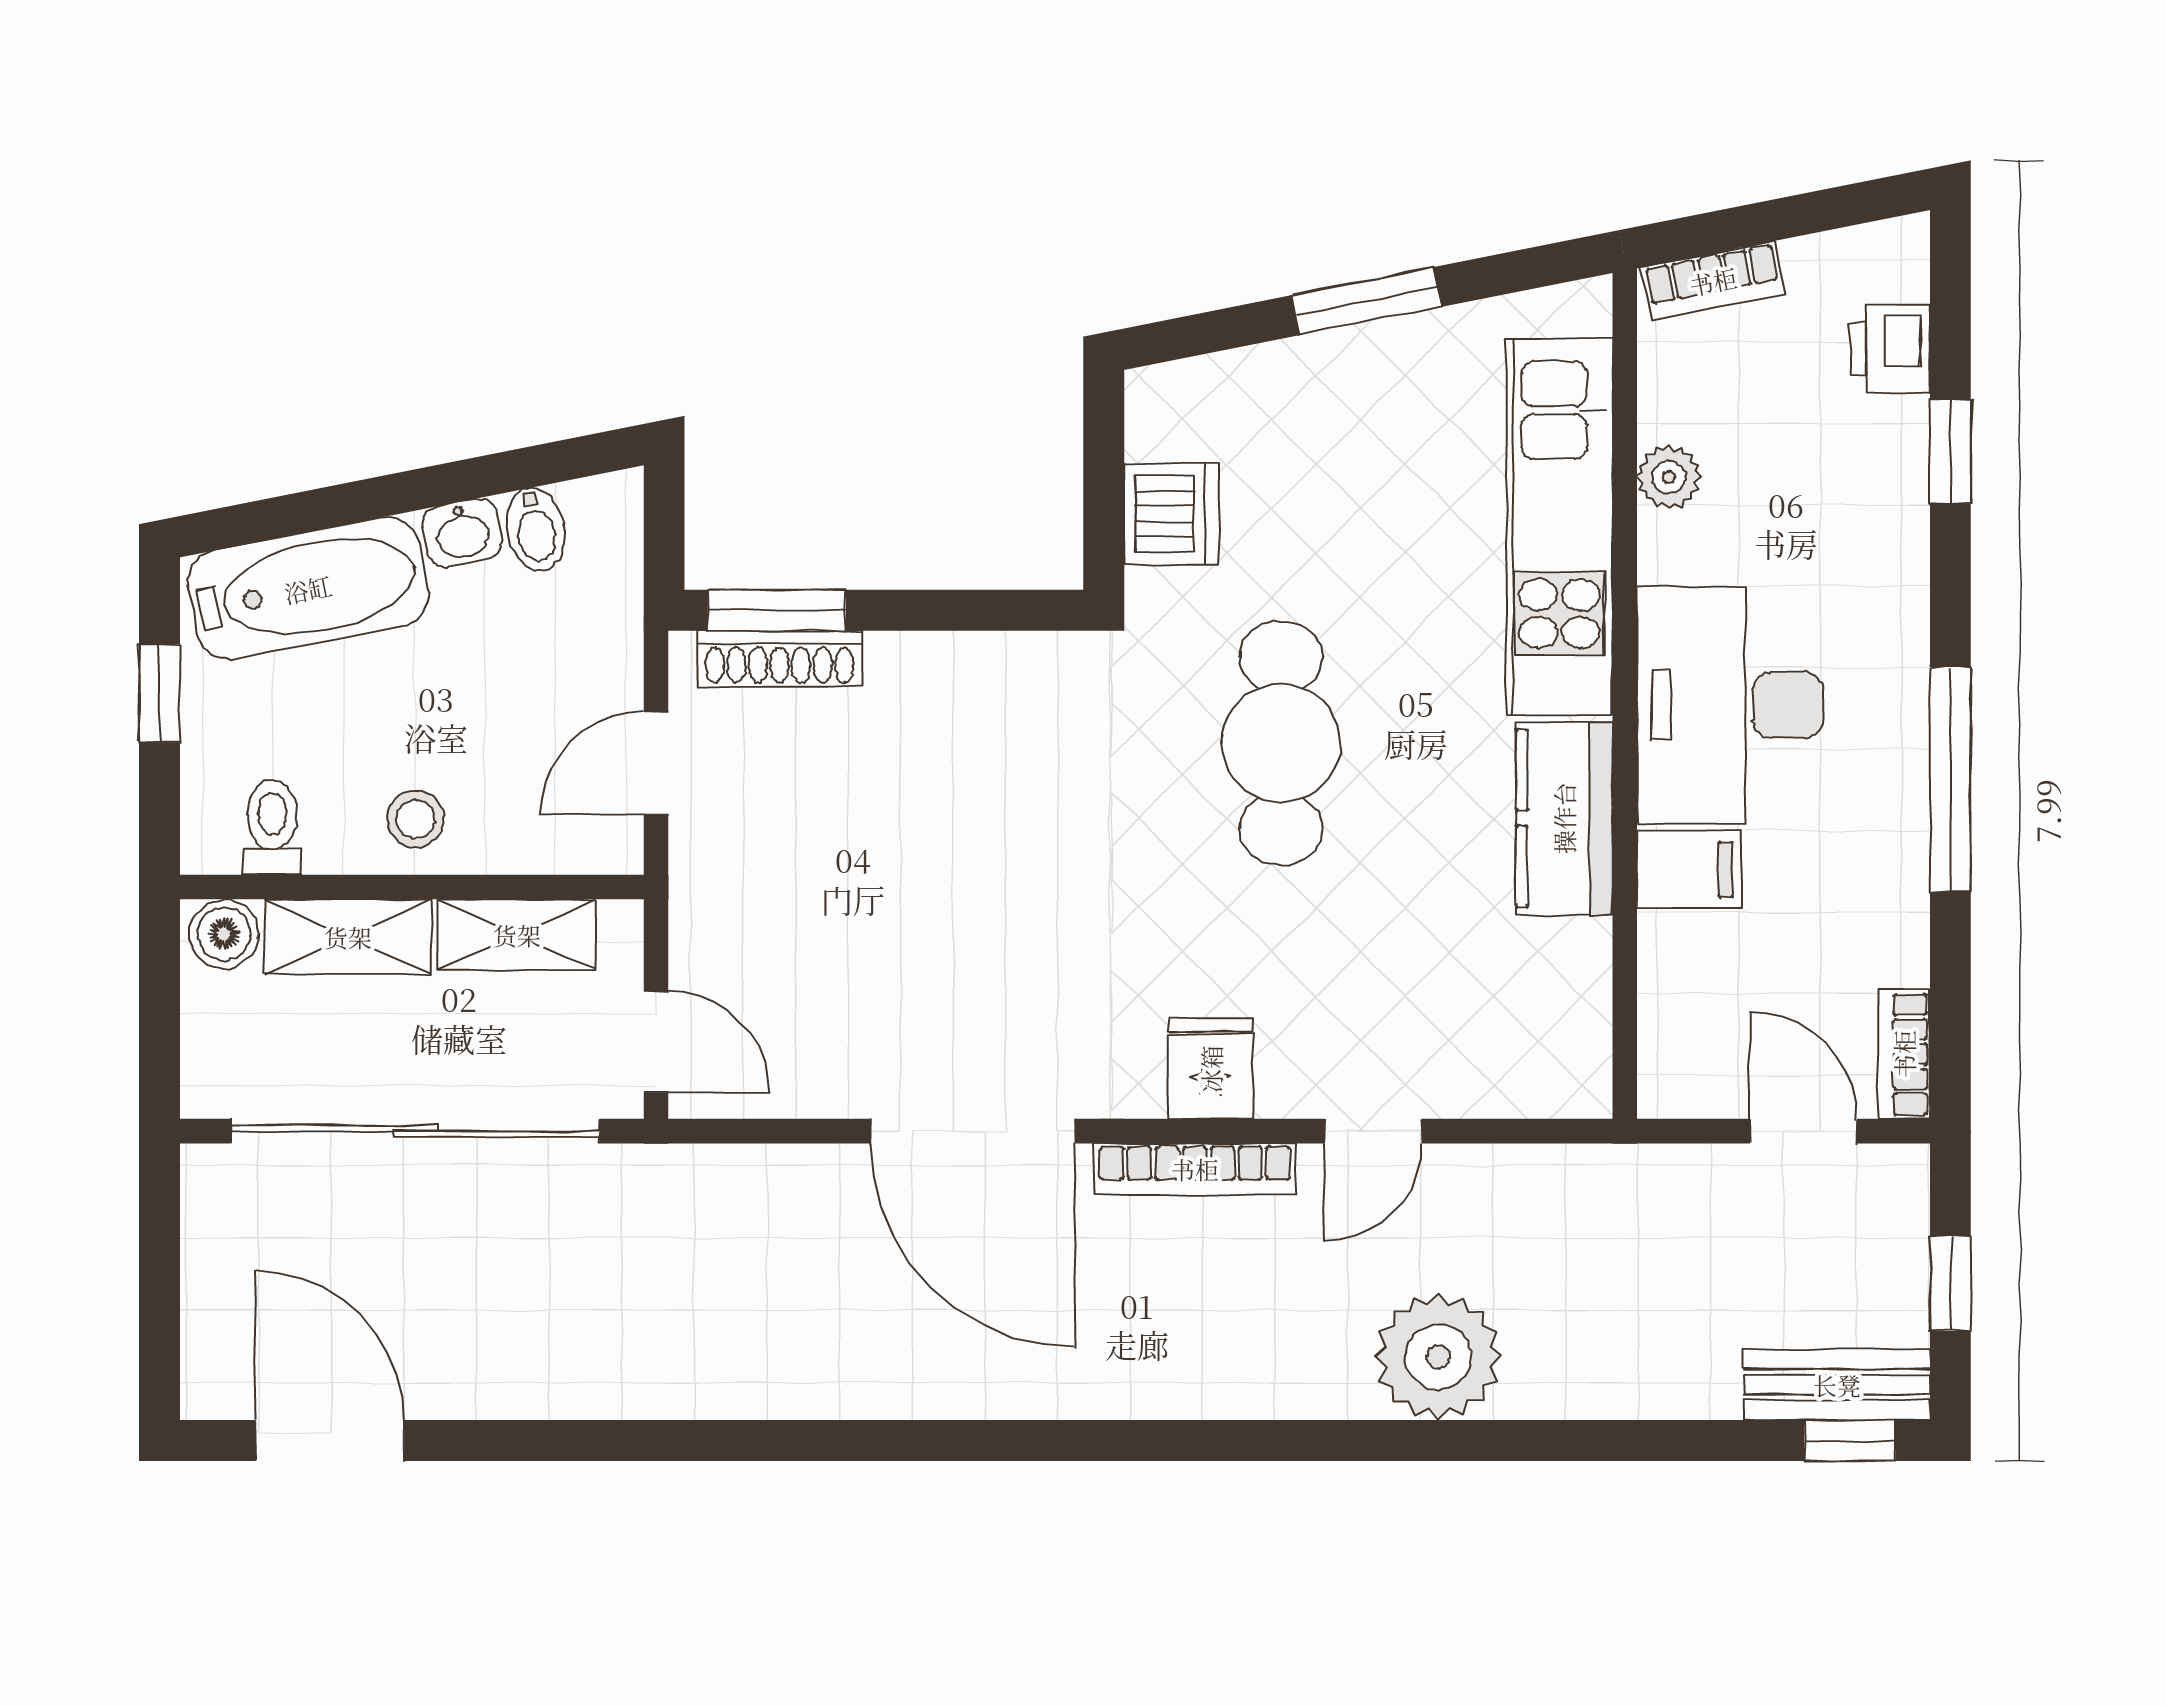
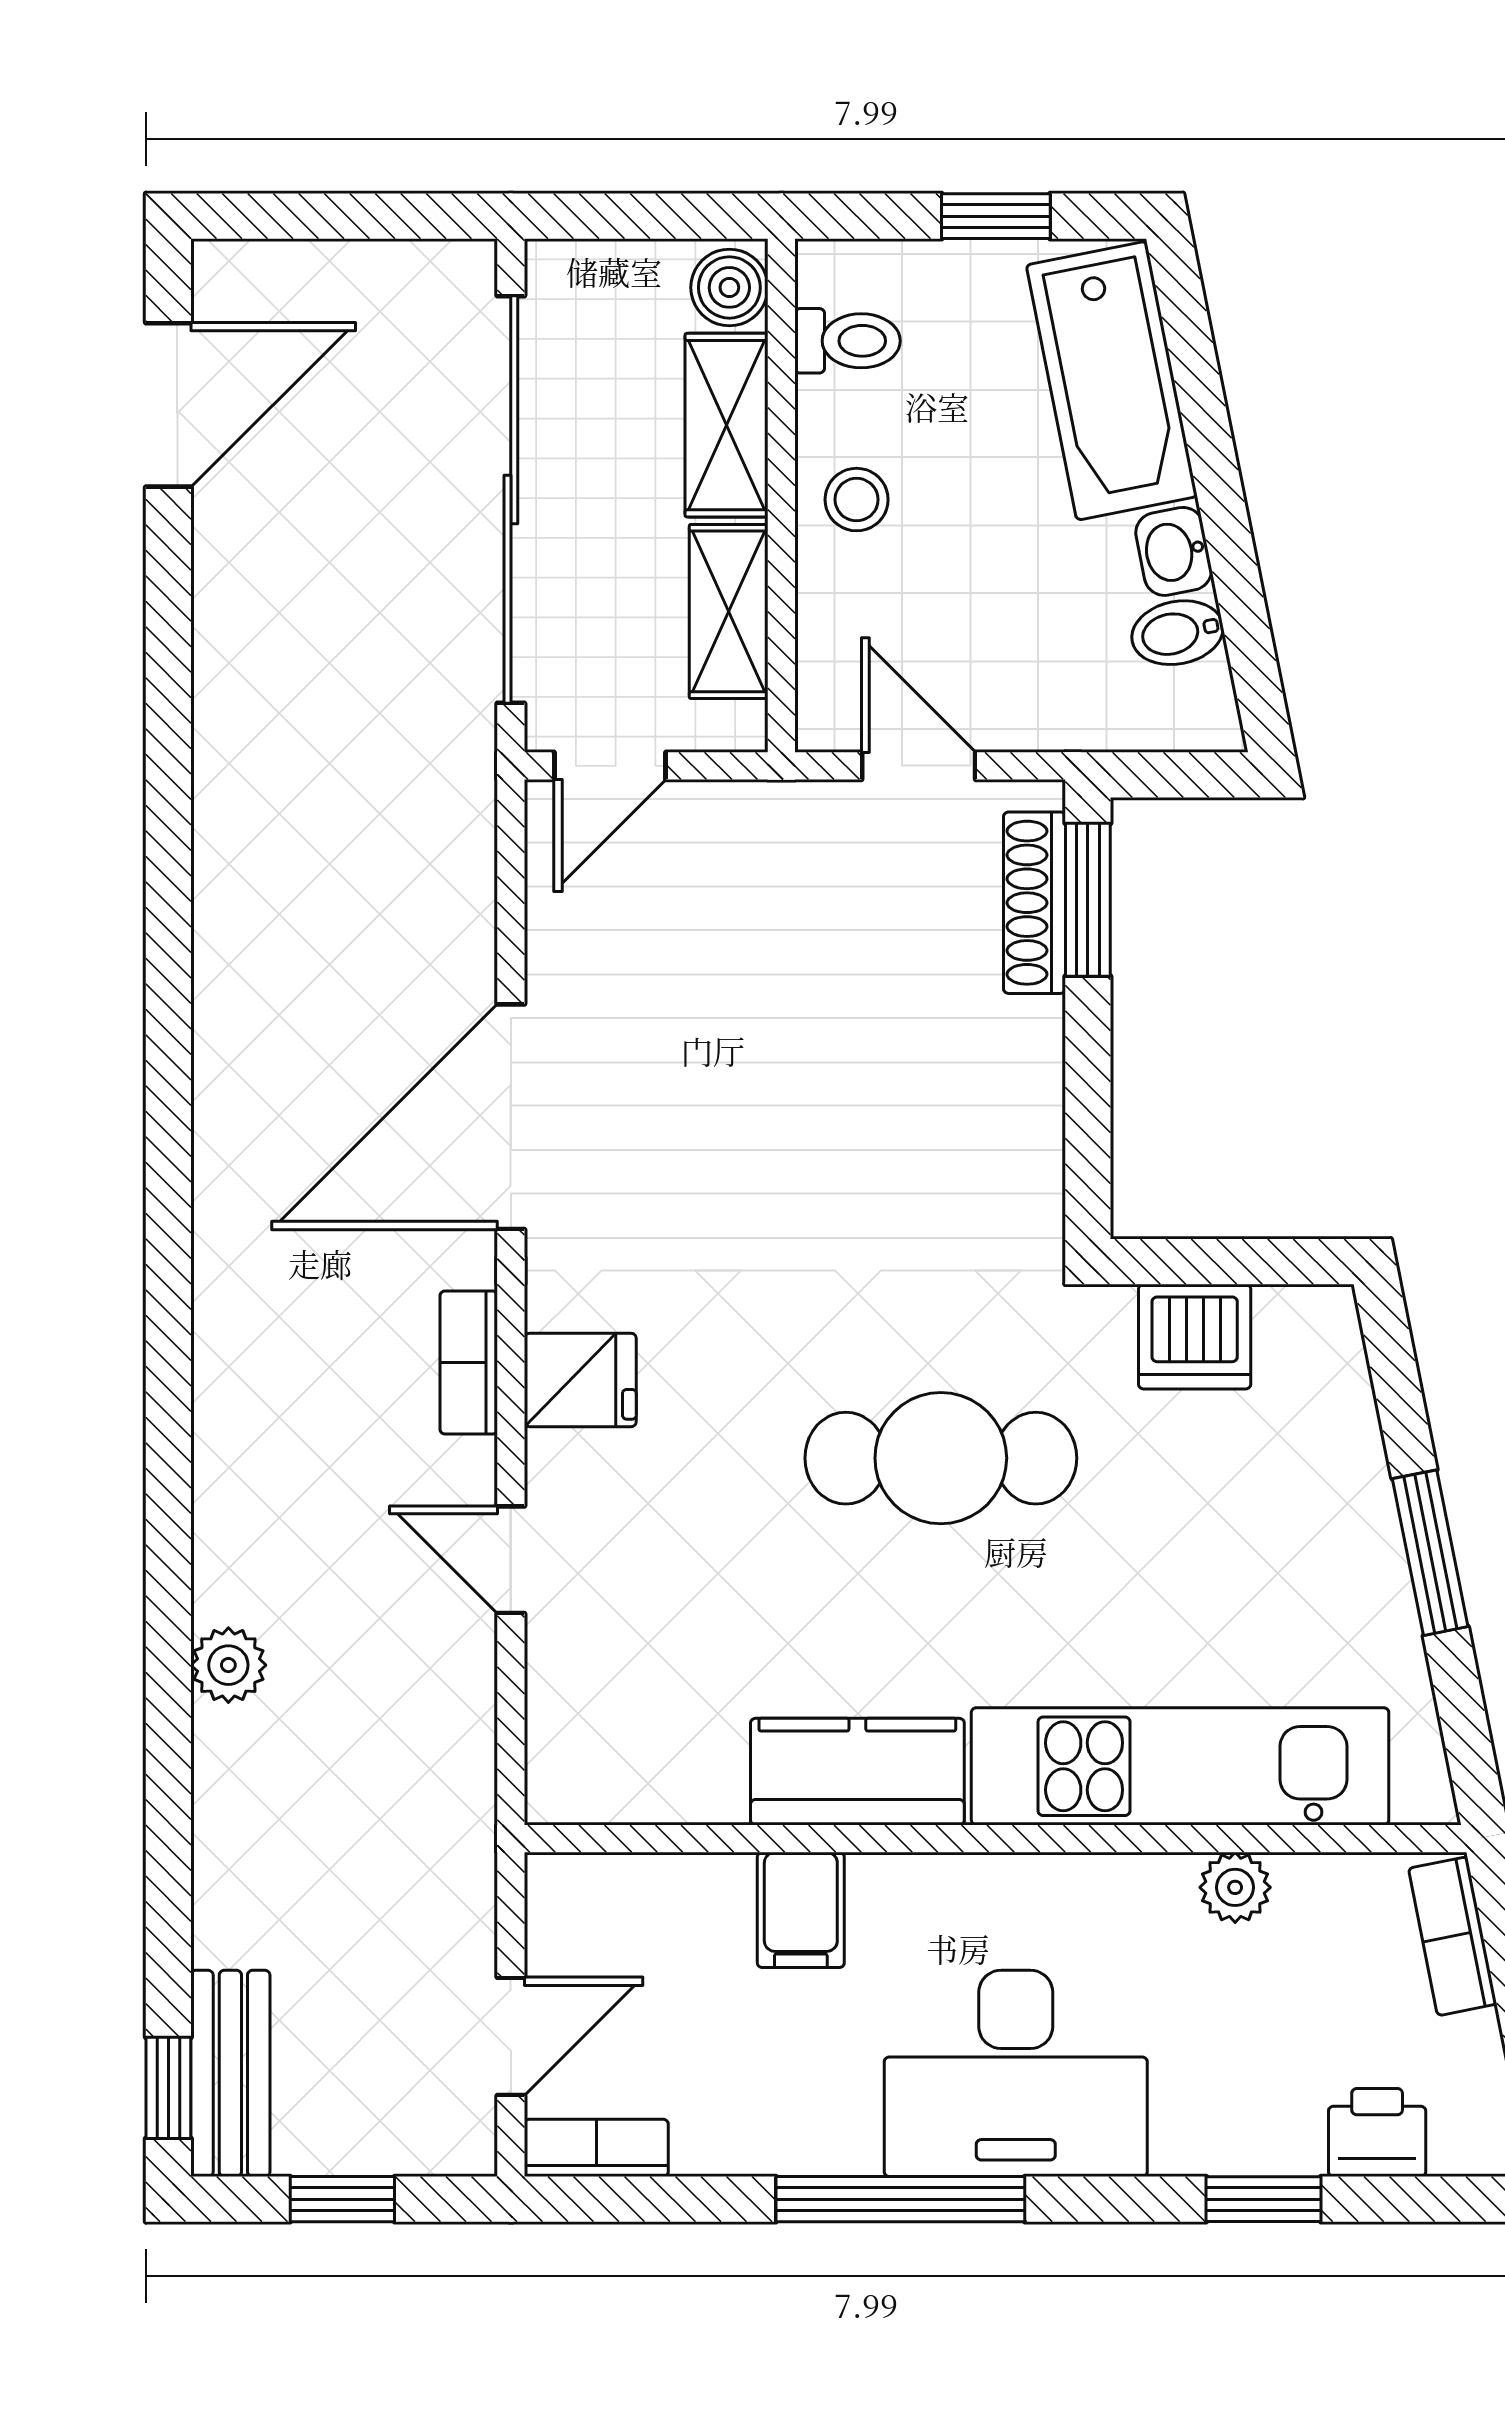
desk: (1730, 705) -> (1016, 2073), moved, turned 180
bookcase: (1195, 1169) -> (469, 1363), width x0.64
plant: (1438, 1357) -> (228, 1665), width x0.53, depth x0.53

